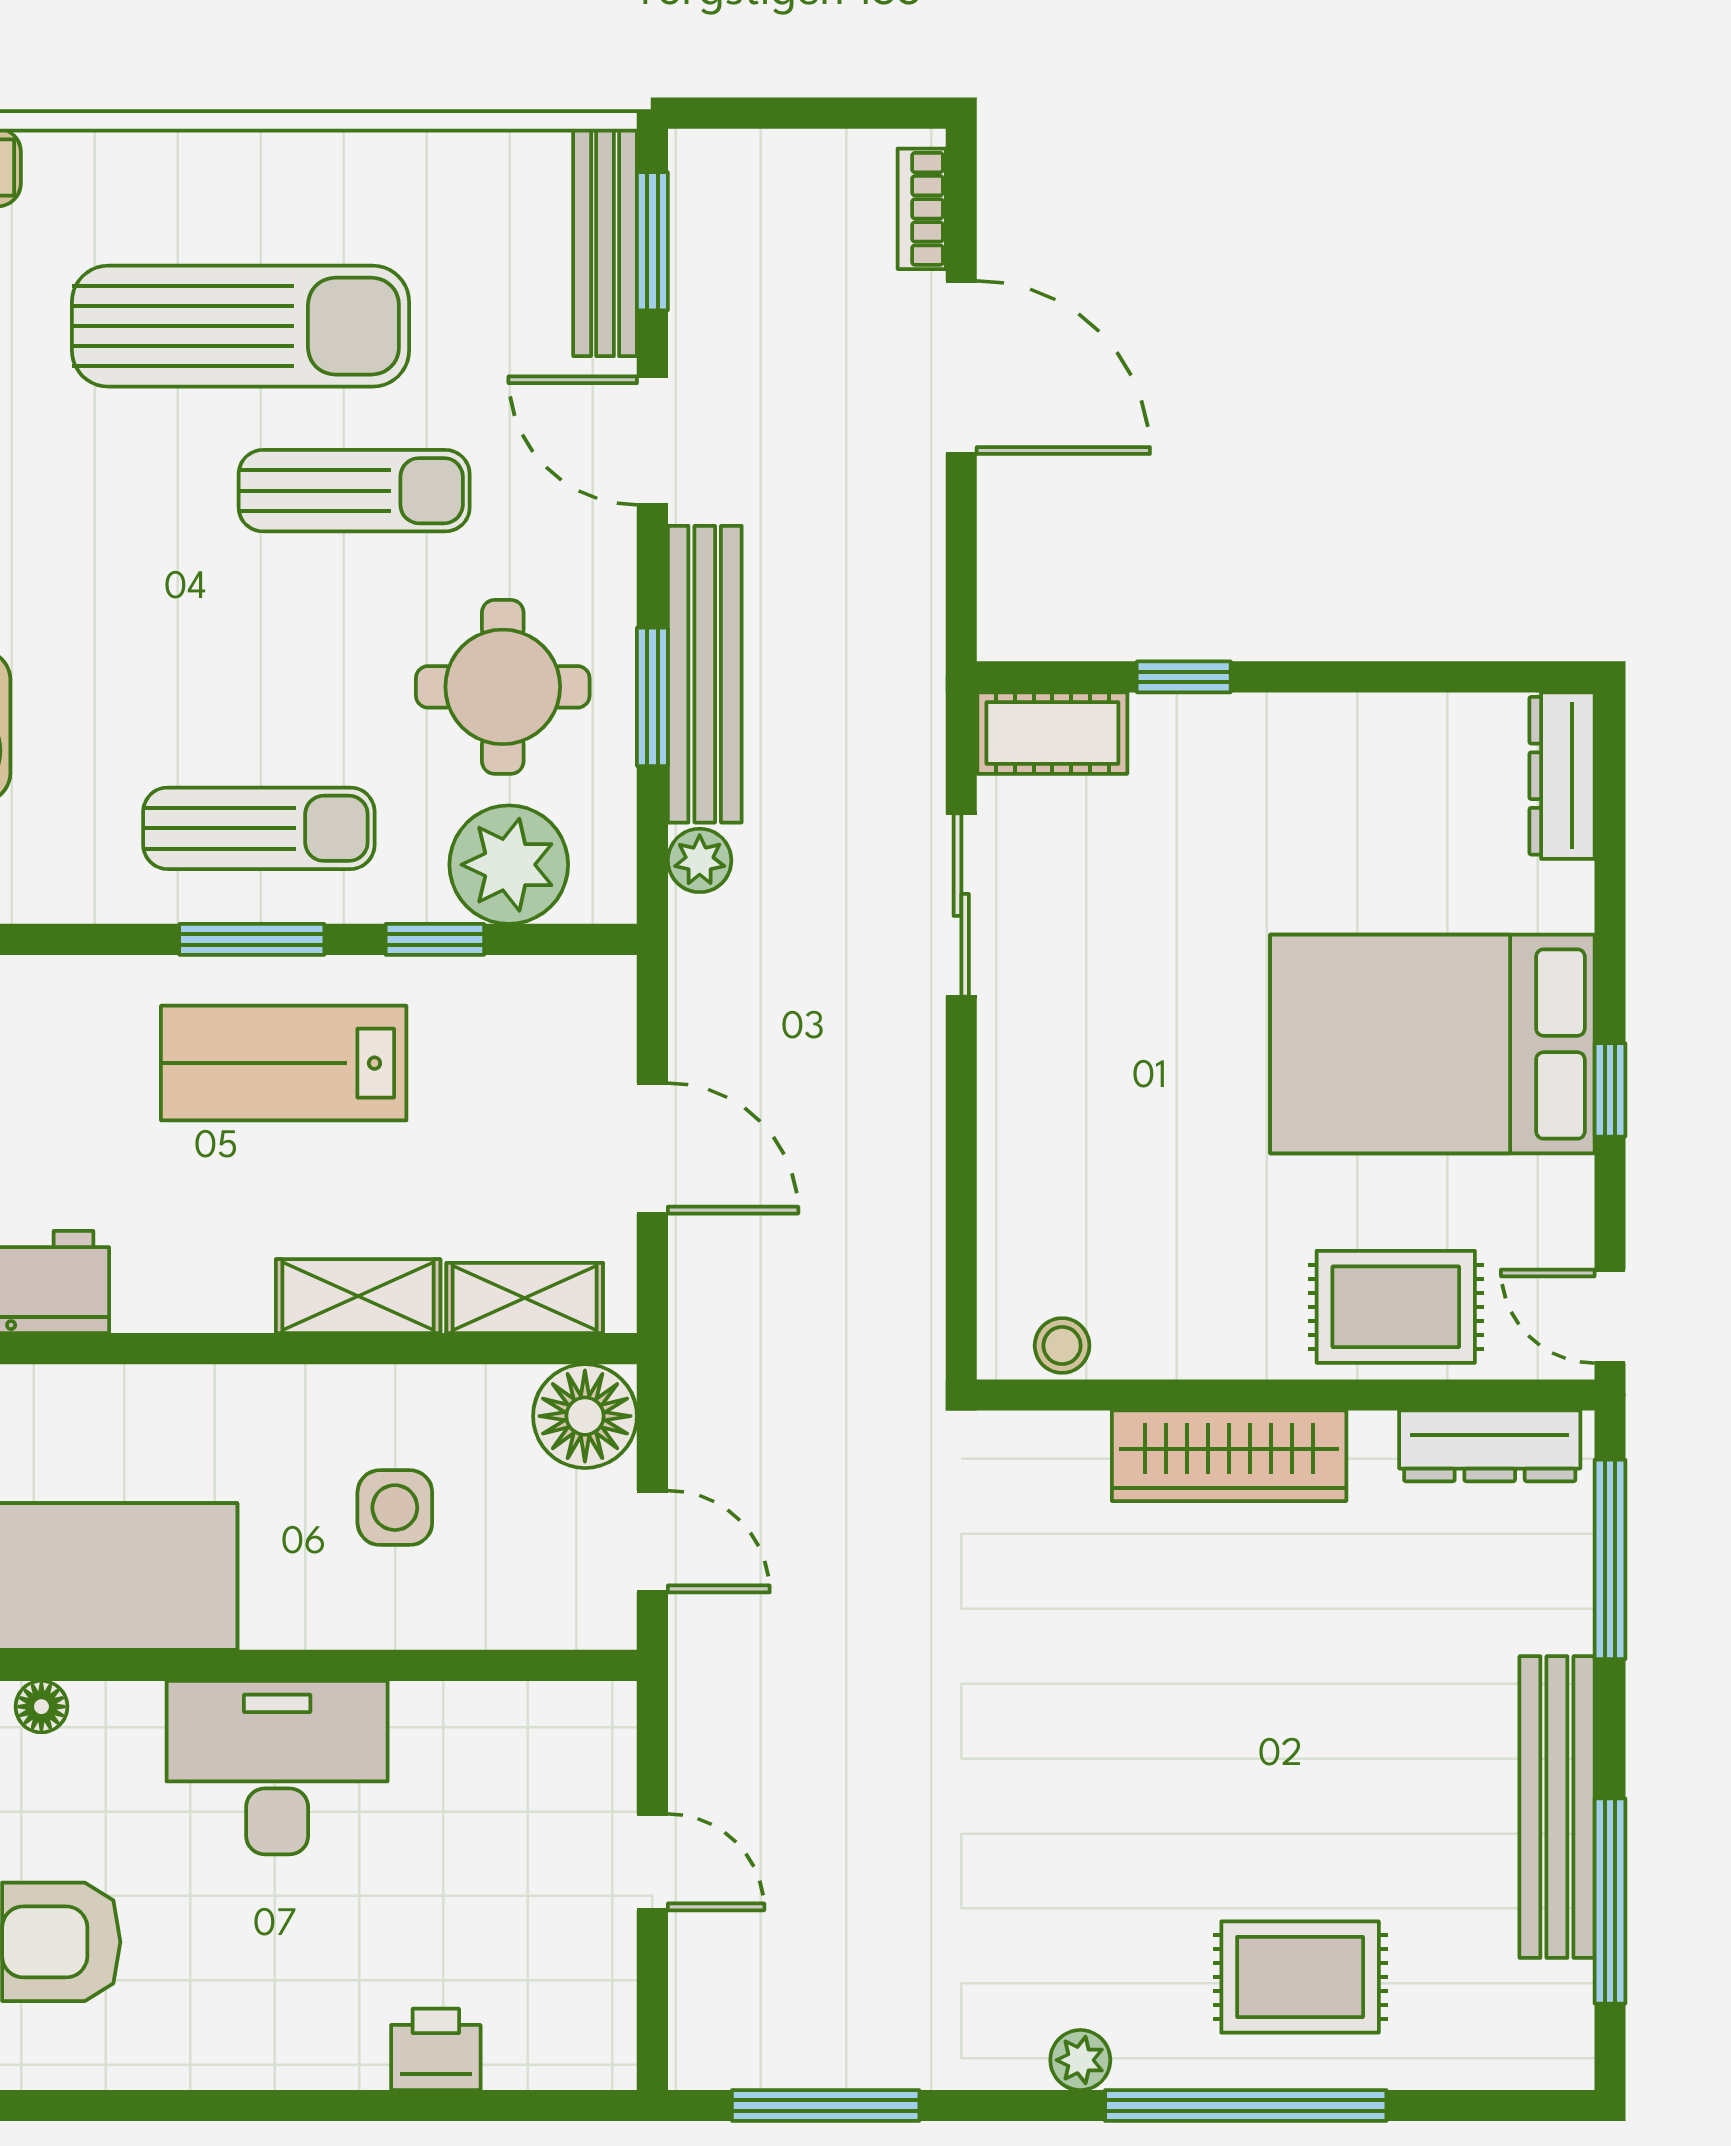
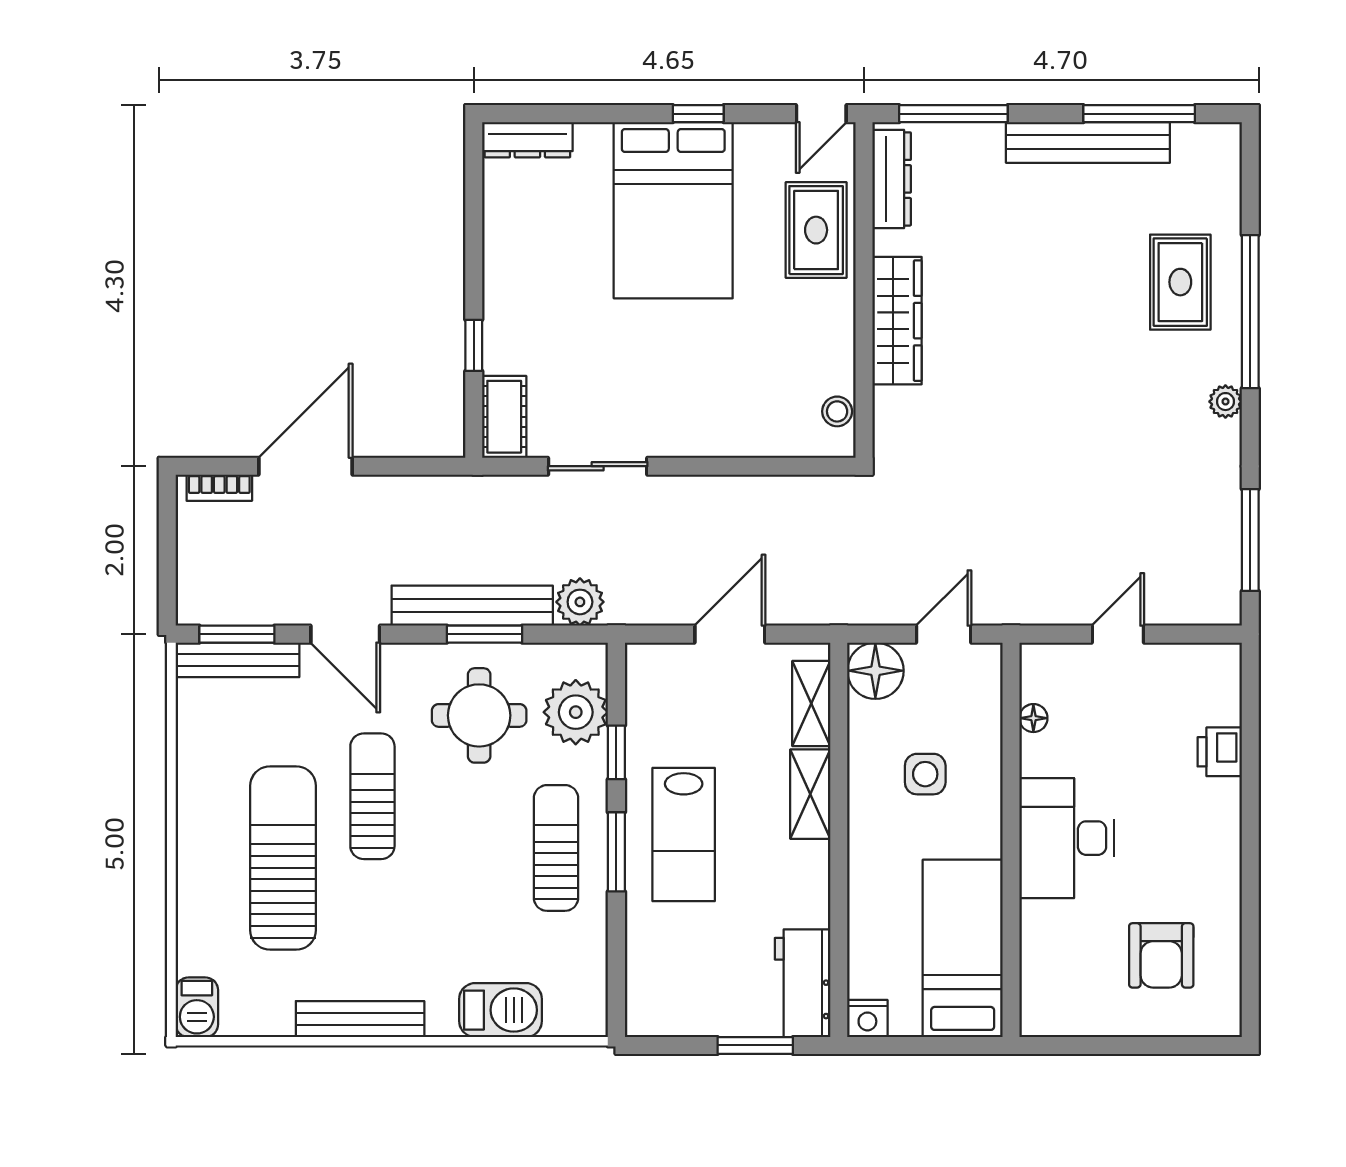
door: (652, 441) -> (345, 634), hinge flipped
plant: (700, 860) -> (580, 602), width x1.38, depth x1.38
floor lamp: (41, 1707) -> (1033, 718), moved

